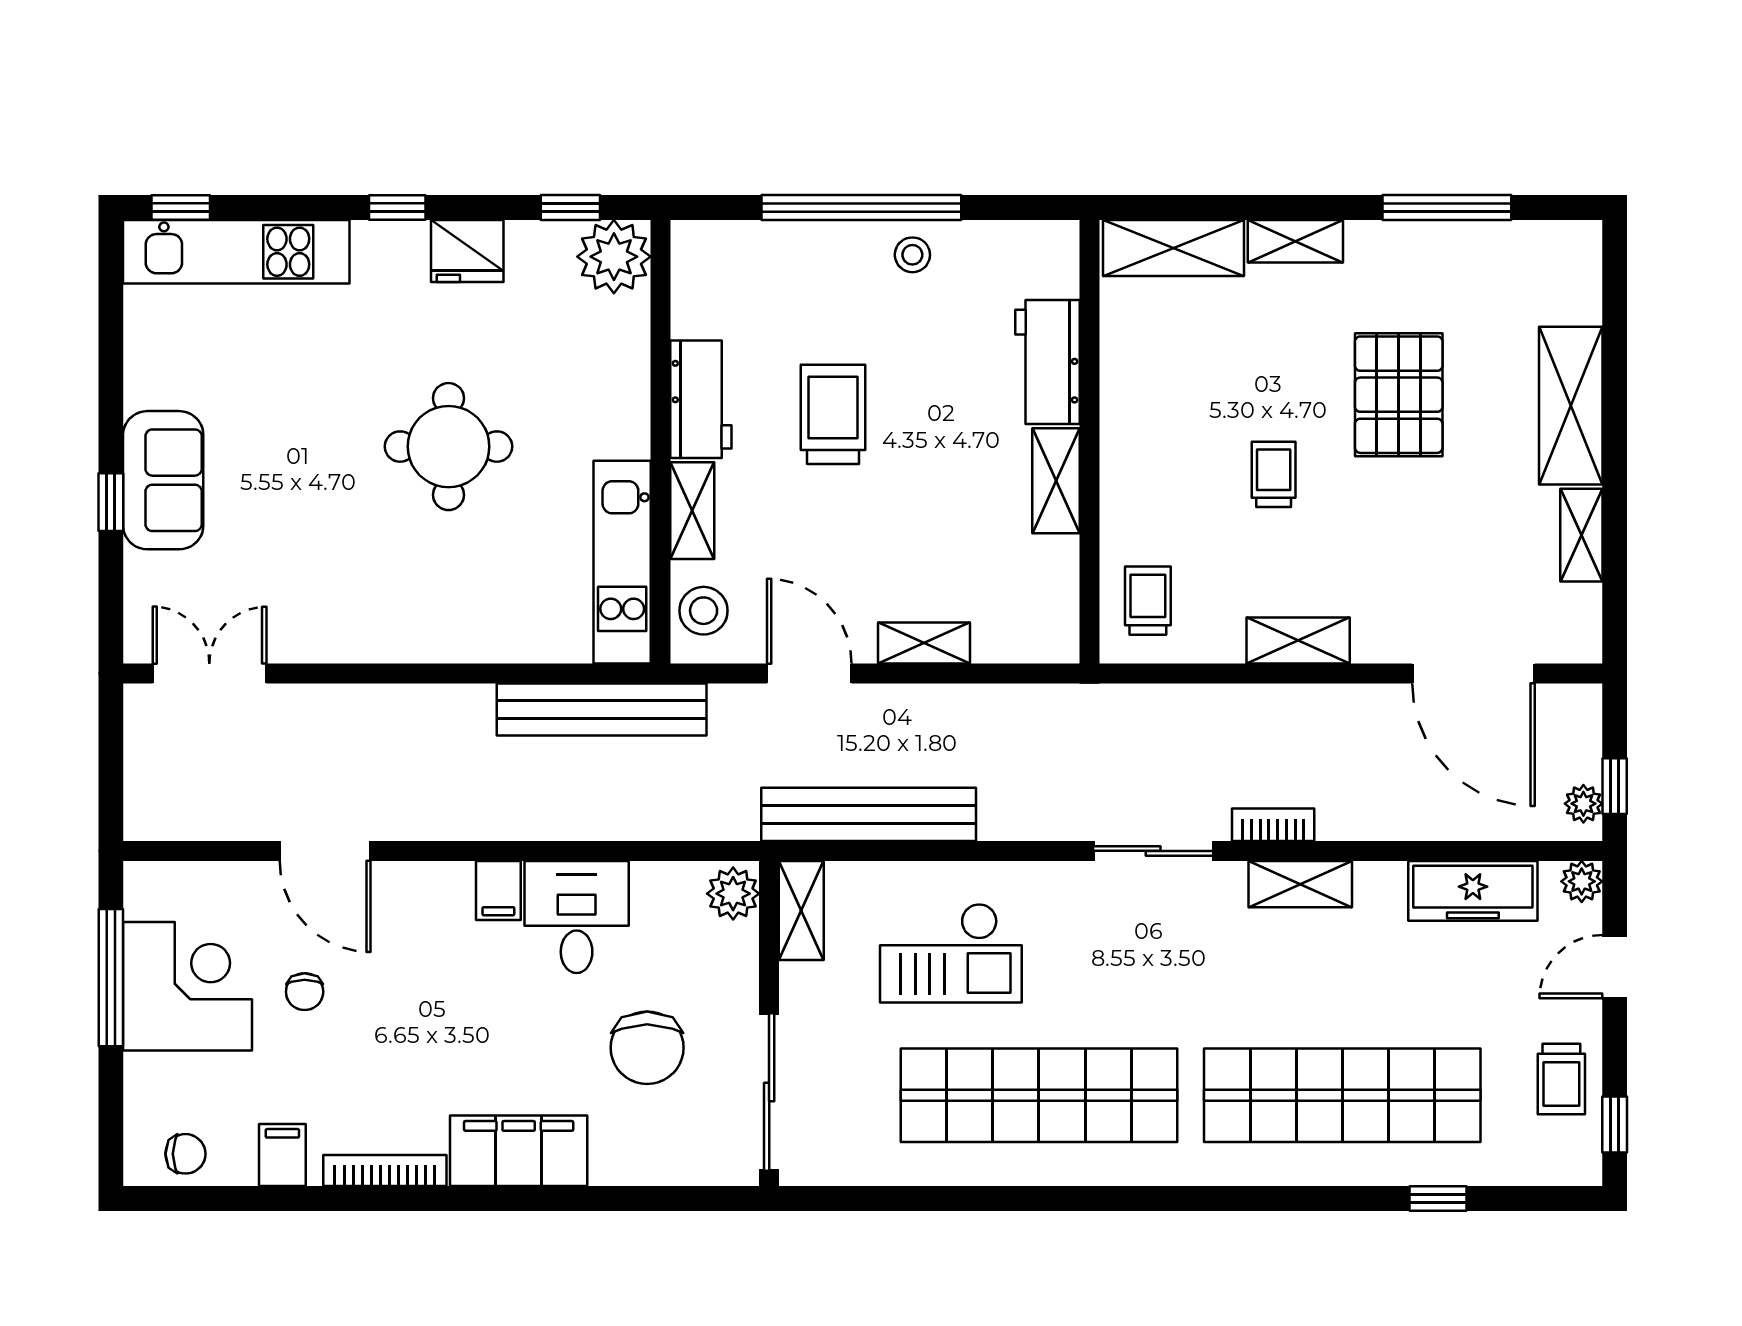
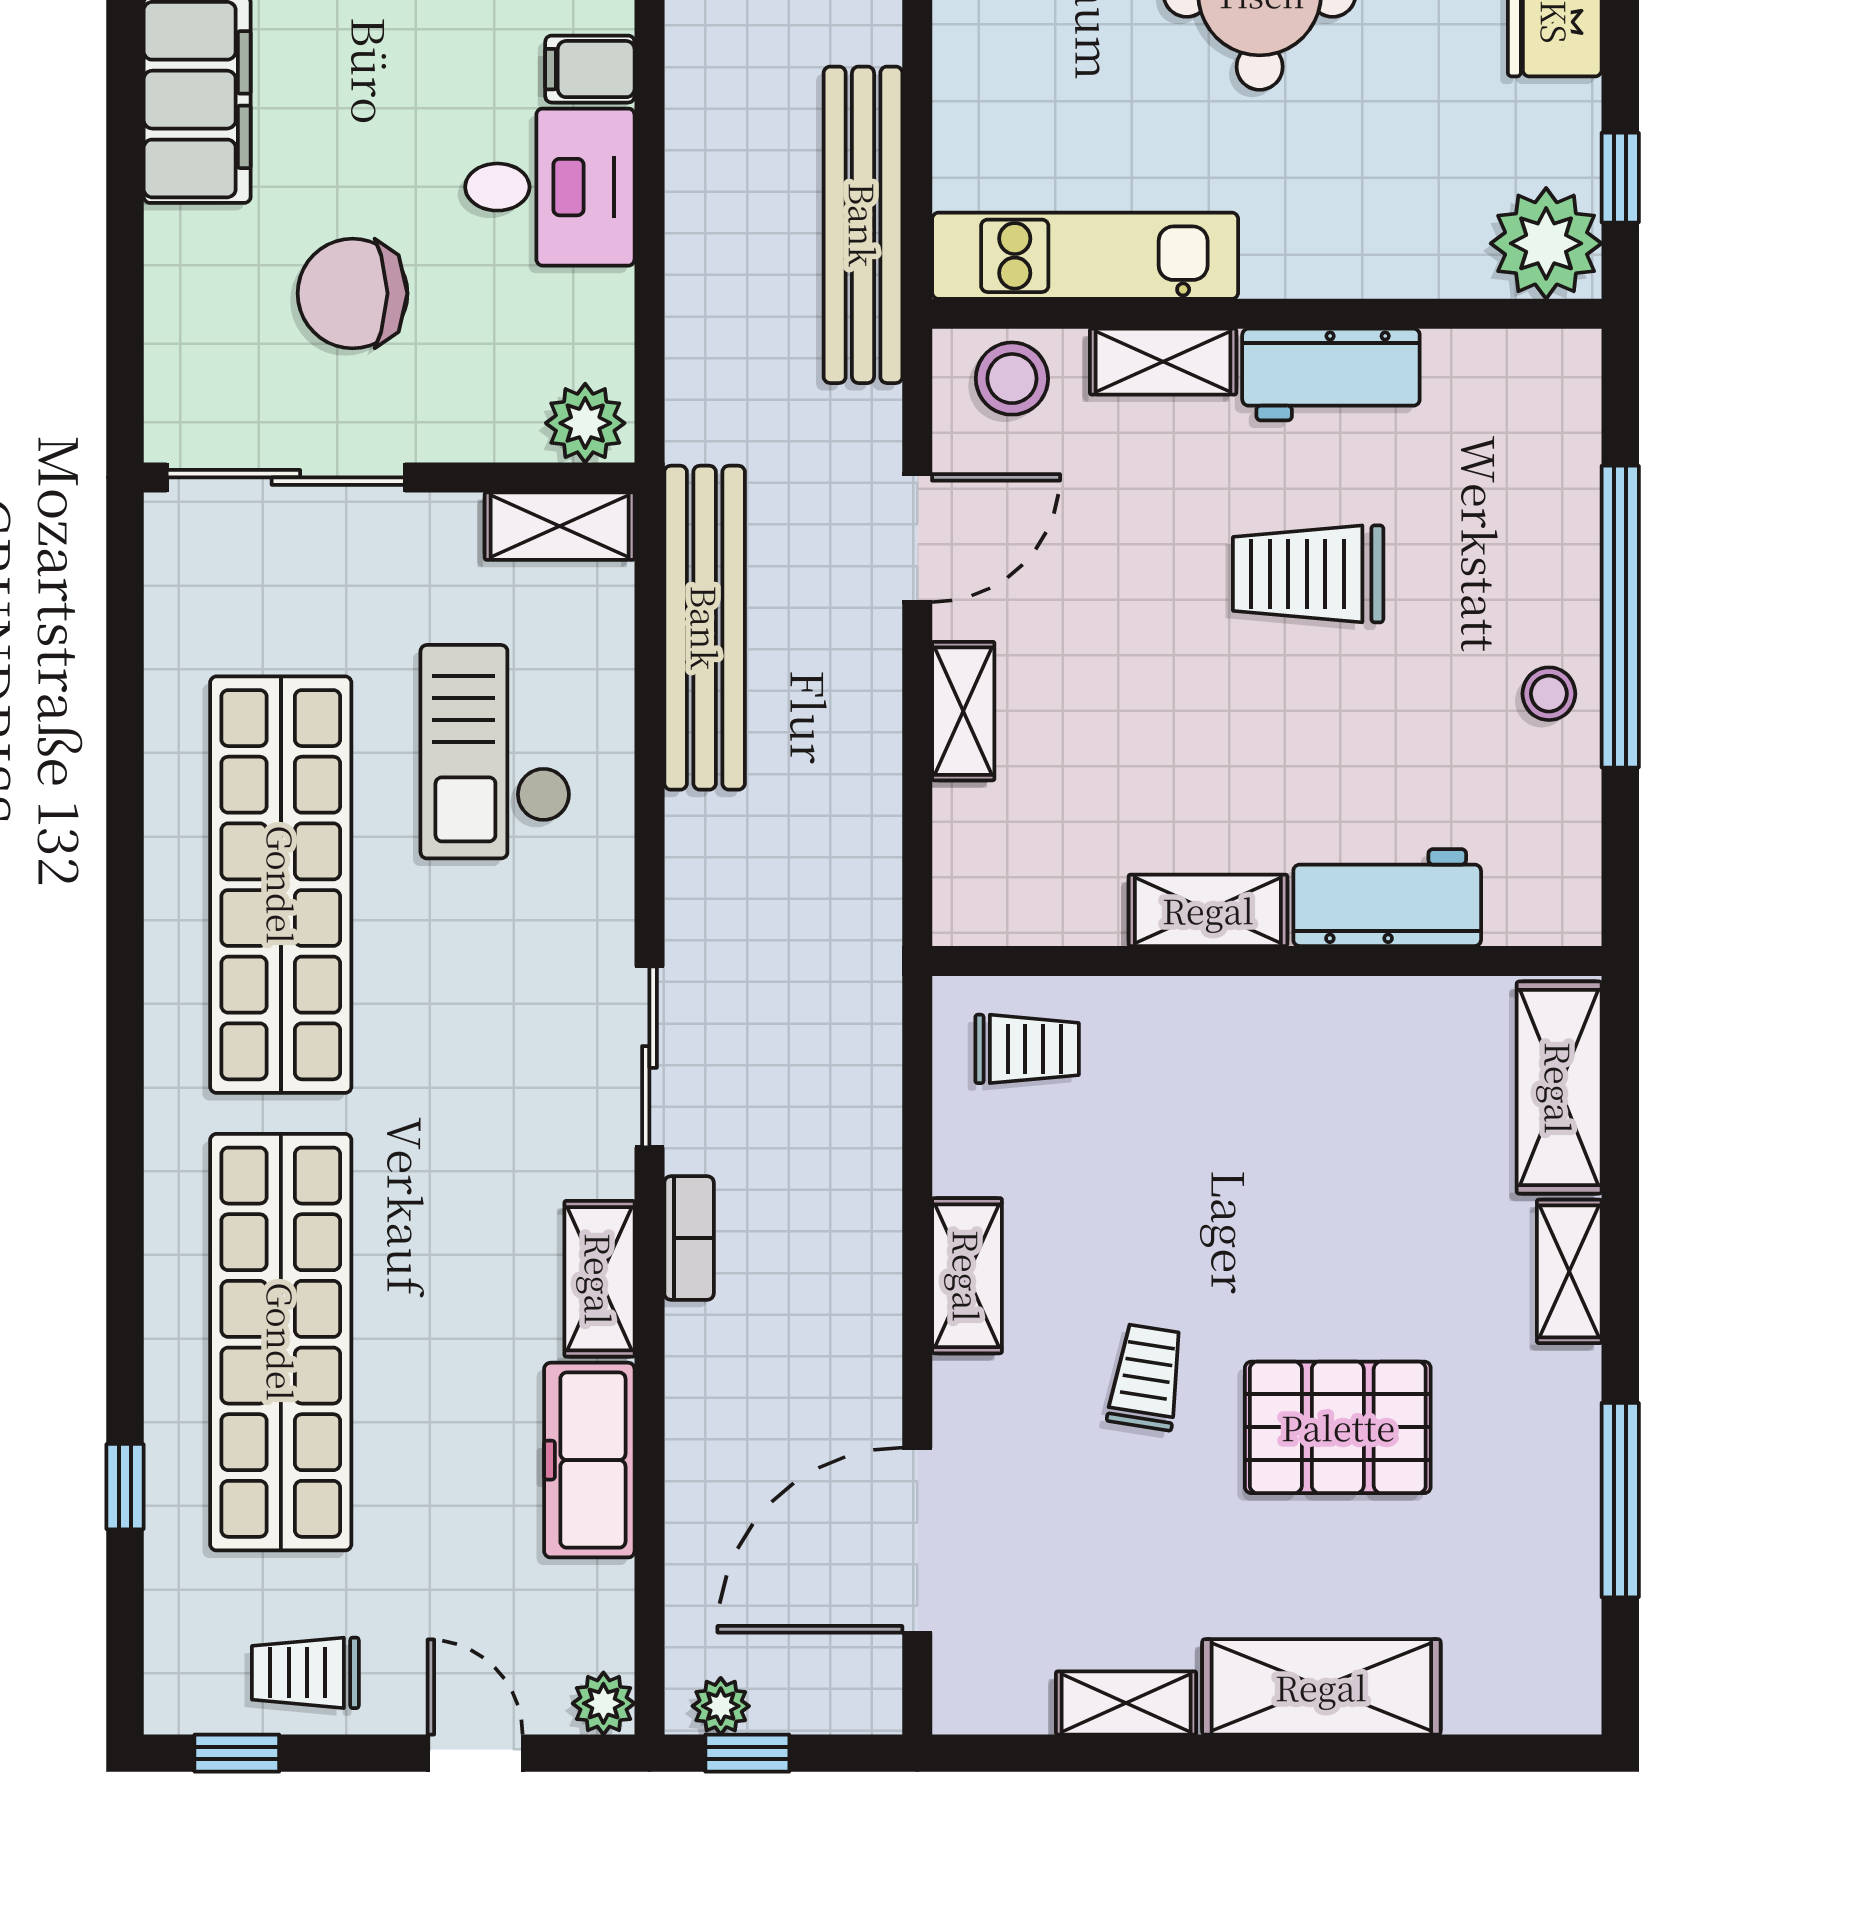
trolley: (833, 414) -> (1308, 574), turned 180
trolley: (1274, 474) -> (1146, 1377), moved, turned -81
freezer: (1473, 891) -> (589, 1460), moved

